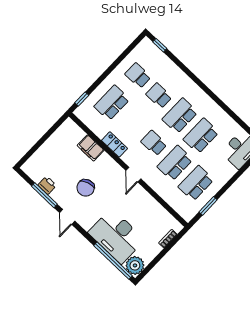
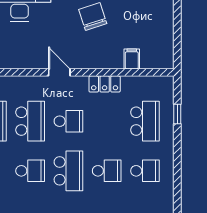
window: (82, 99) -> (177, 114), moved
school desk: (201, 136) -> (30, 171), width x0.54
filing cabinet: (91, 148) -> (132, 59), width x0.50

